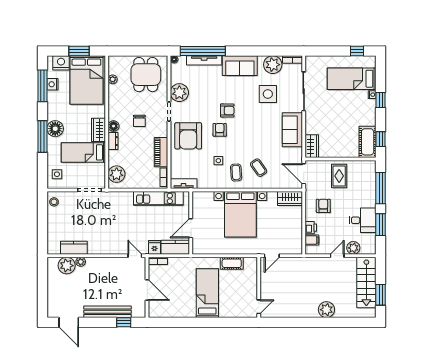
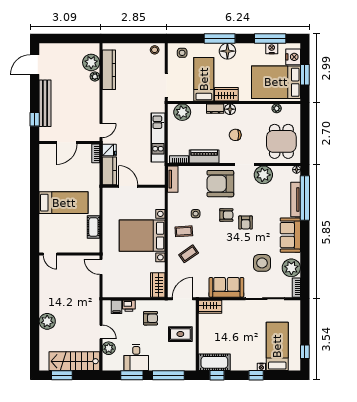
dining table: (146, 75) -> (281, 141), turned 90
kitchen unit: (158, 198) -> (158, 137), moved
kitchen counter: (74, 248) -> (109, 70), width x1.50

